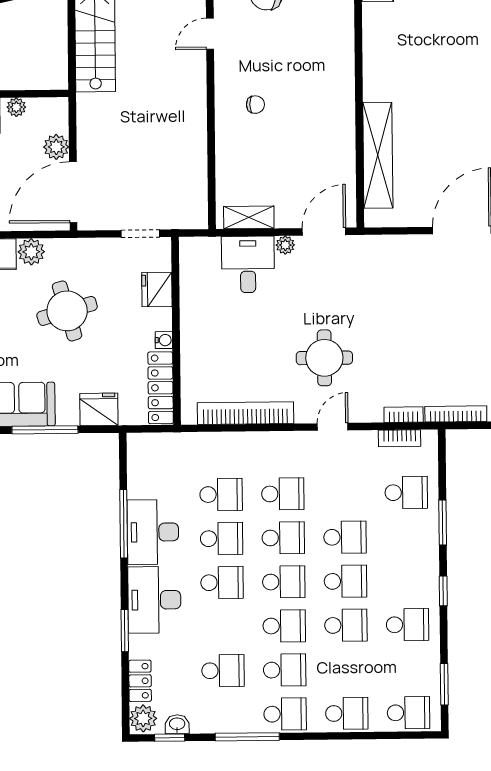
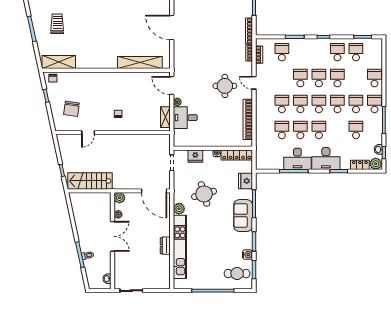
door: (210, 34) -> (88, 133), hinge flipped
plant: (56, 147) -> (119, 198), moved
school desk: (408, 713) -> (356, 52), moved

